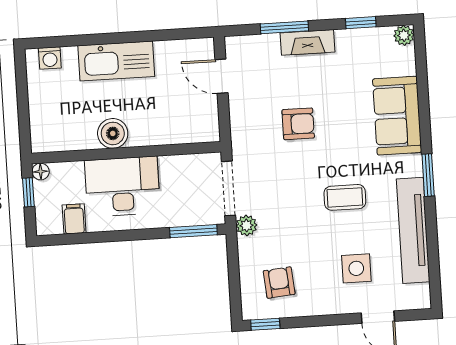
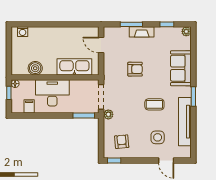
kitchen sink: (116, 61) -> (74, 67), moved, turned 180
boiler: (113, 133) -> (35, 68), moved

